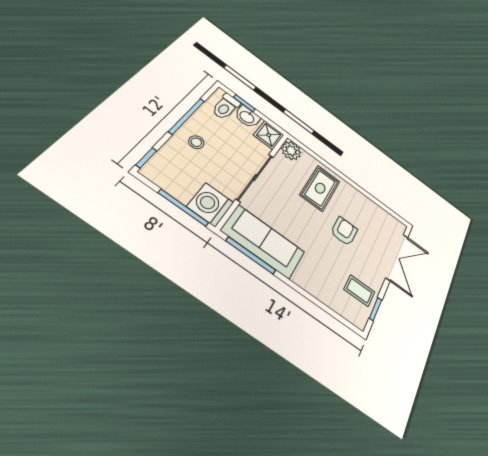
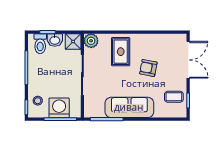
stool: (196, 142) -> (38, 101), moved
washing machine: (210, 204) -> (59, 108), moved, turned 90
armchair: (344, 231) -> (148, 68), turned -79
sofa: (263, 241) -> (129, 107), moved

